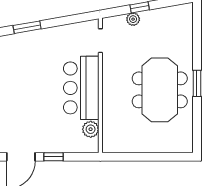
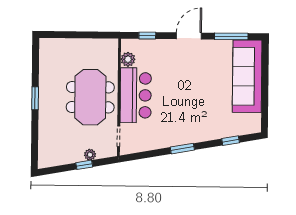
meeting table: (160, 90) -> (90, 97), moved
window: (54, 157) -> (147, 36), moved

